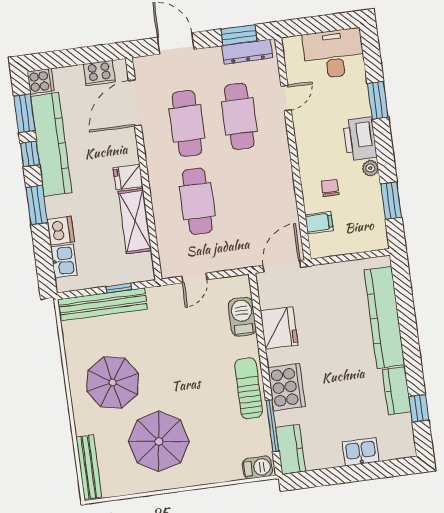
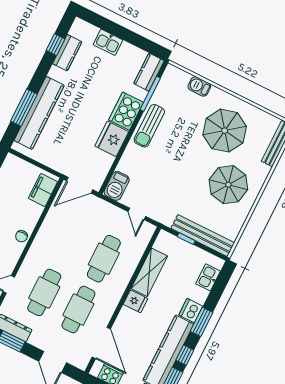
door: (135, 103) -> (101, 343), hinge flipped
chair: (330, 188) -> (21, 236), moved
filing cabinet: (319, 223) -> (43, 190), width x2.00
dishwasher: (61, 231) -> (191, 311), moved
door: (194, 278) -> (137, 214), swing flipped
window: (406, 312) -> (24, 108), added
barbecue: (242, 317) -> (117, 186), moved
fridge: (279, 328) -> (112, 139), moved
kitchen counter: (397, 391) -> (67, 53), moved
barbecue: (257, 467) -> (199, 86), moved

